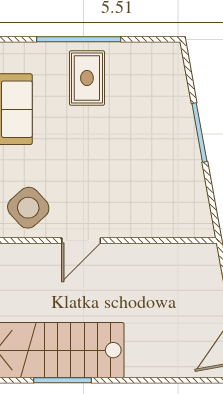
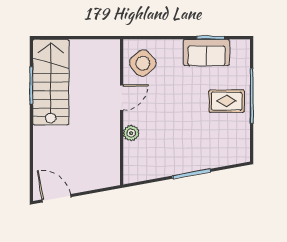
plant: (136, 226) -> (131, 133), added
door: (81, 241) -> (122, 97), swing flipped

